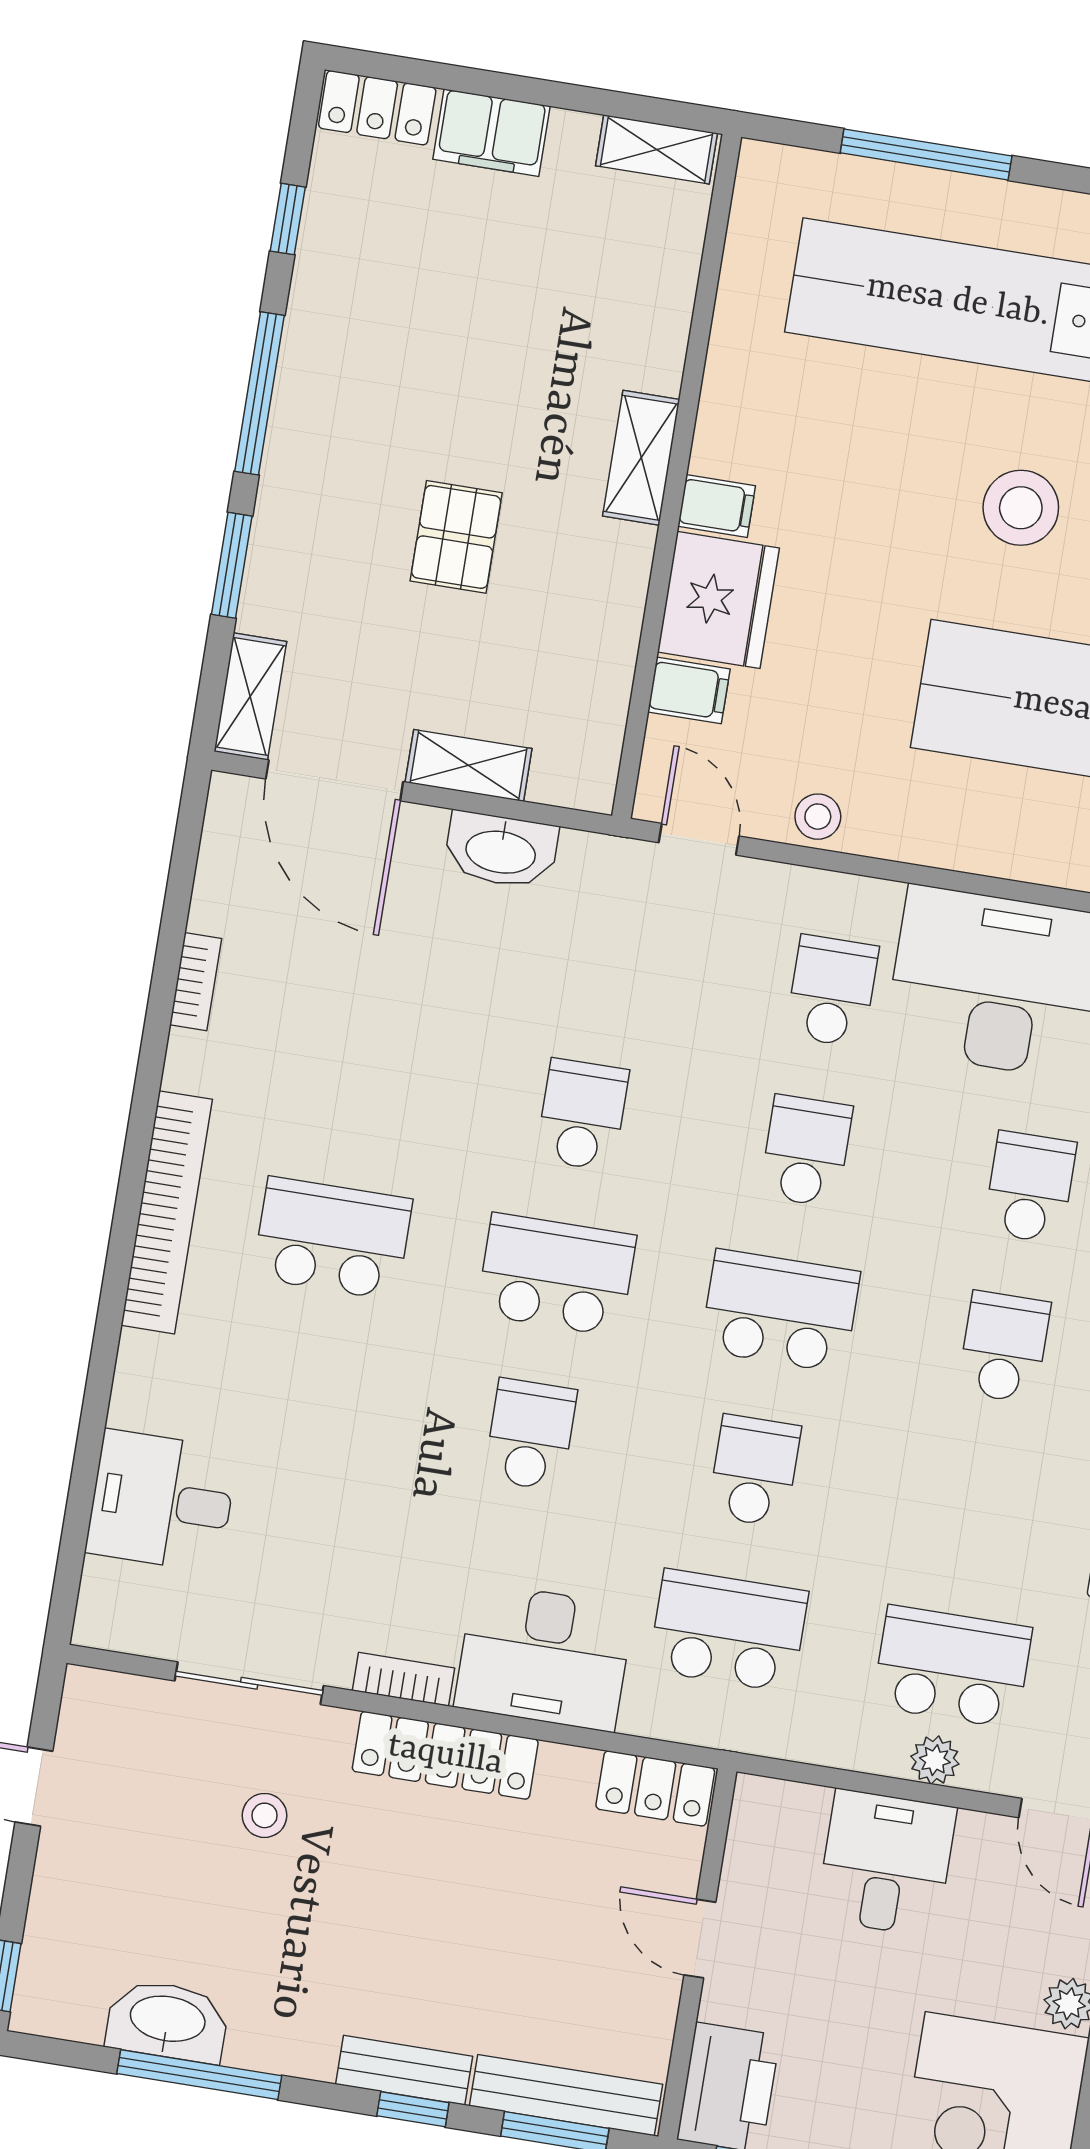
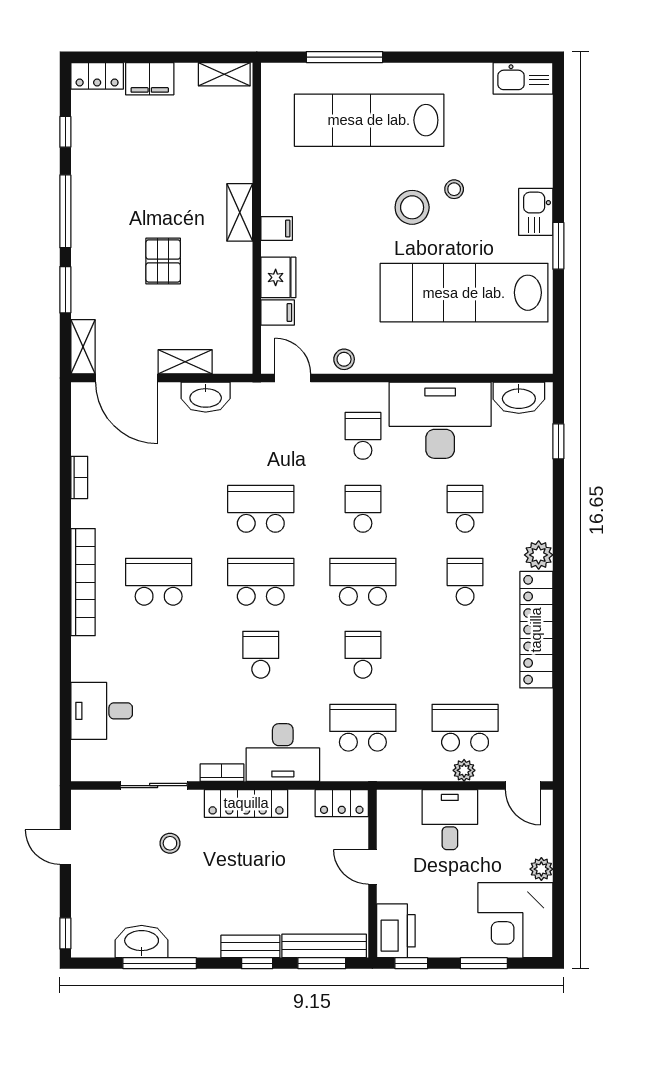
fridge: (718, 600) -> (278, 277), width x0.73, depth x0.75
school desk: (582, 1115) -> (261, 509), width x1.85

